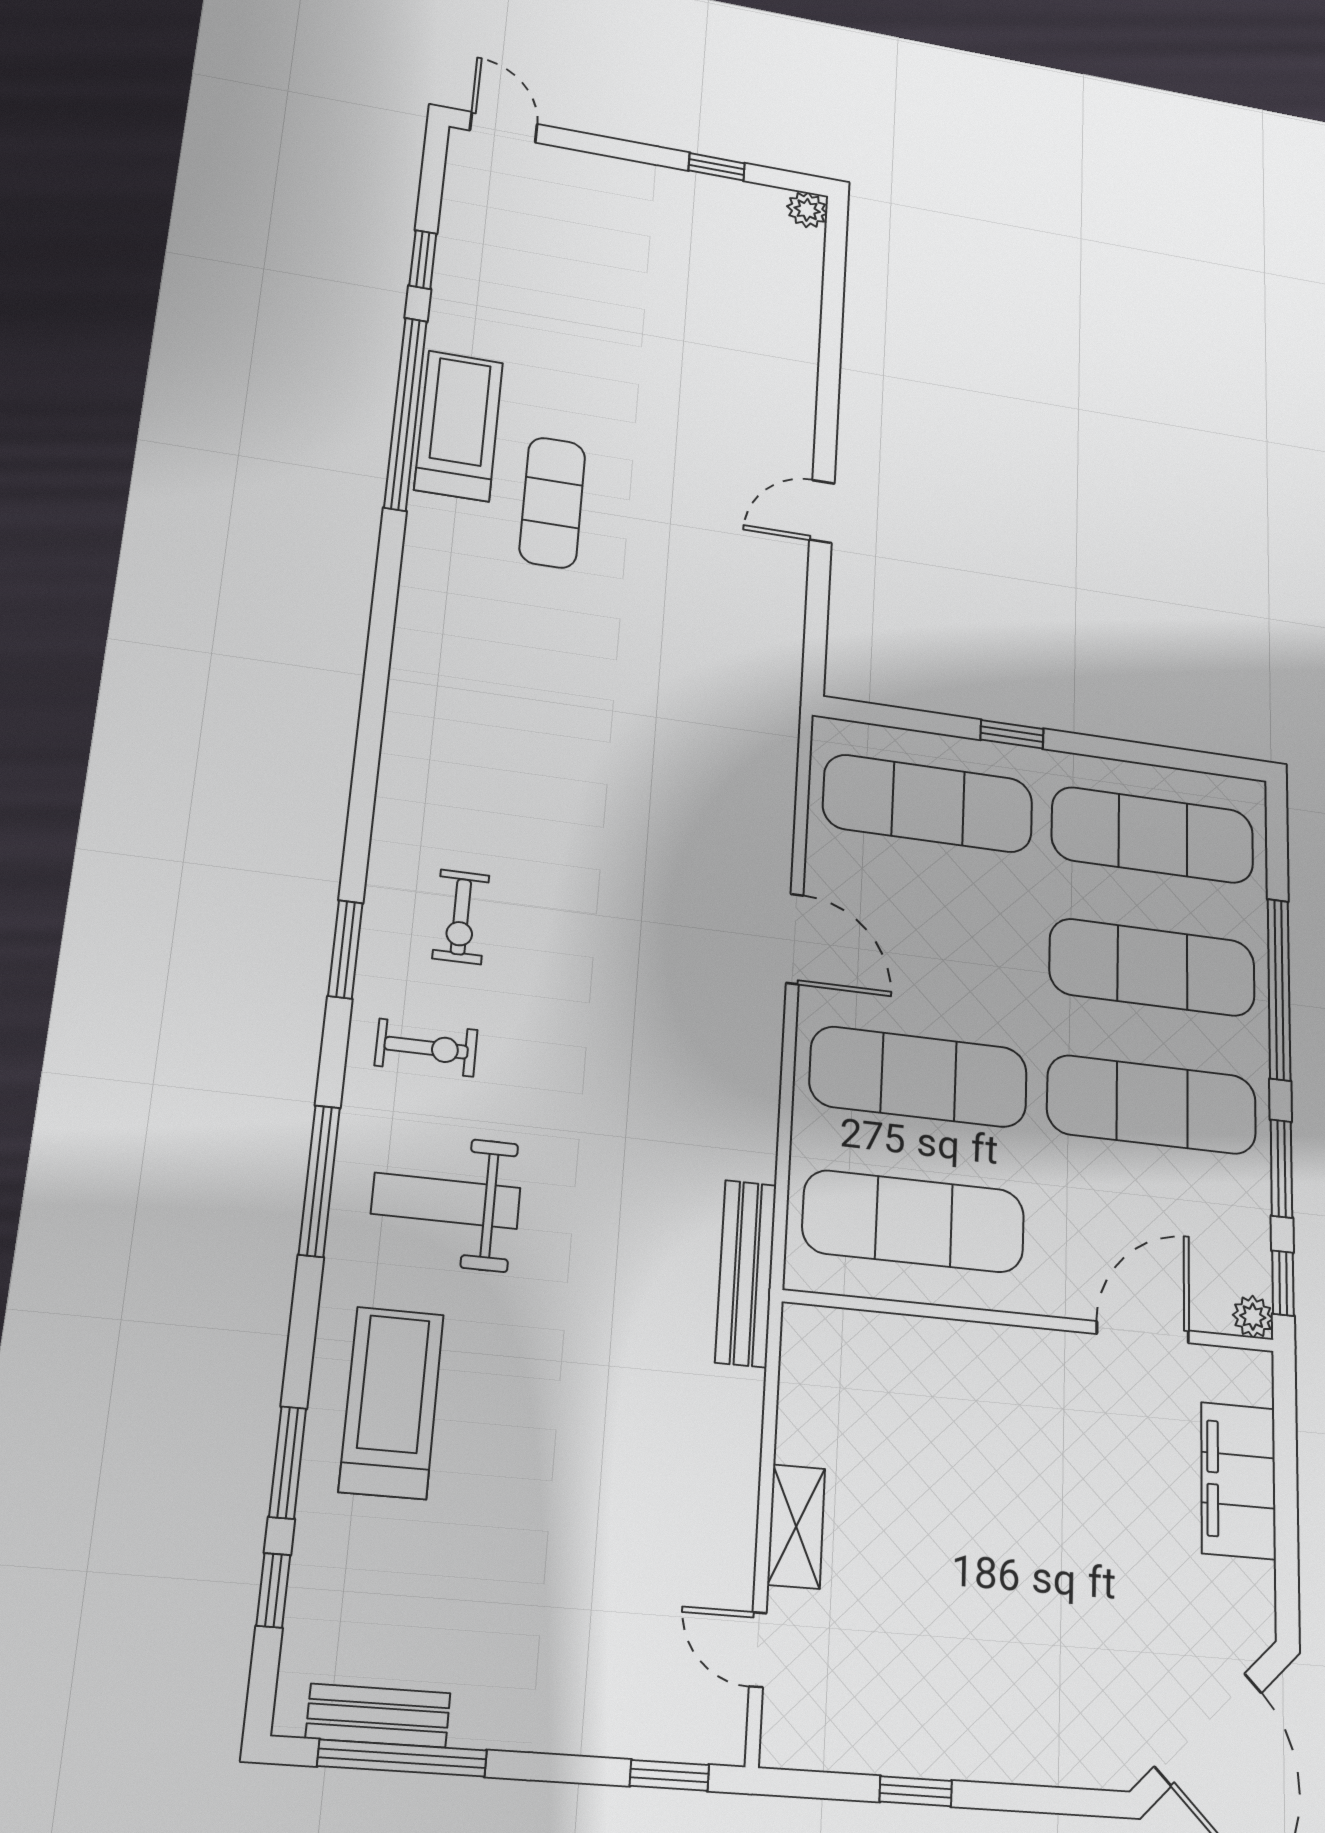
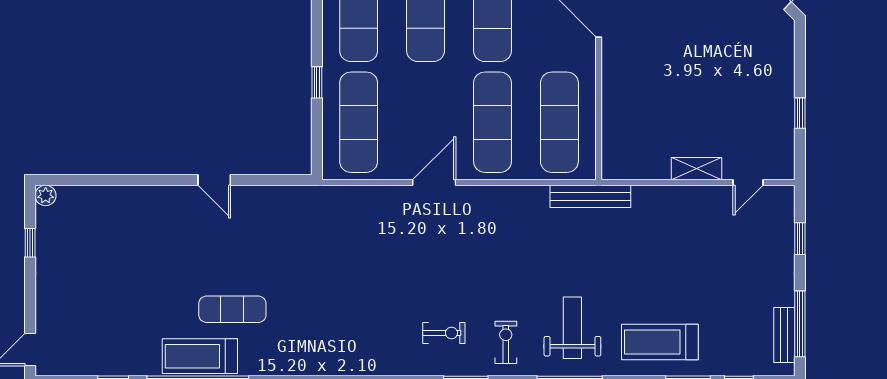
weight bench: (446, 1201) -> (572, 328), turned 180
window: (669, 1775) -> (800, 239), moved

